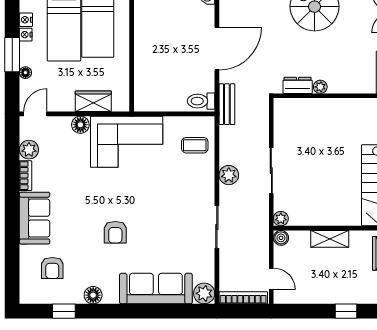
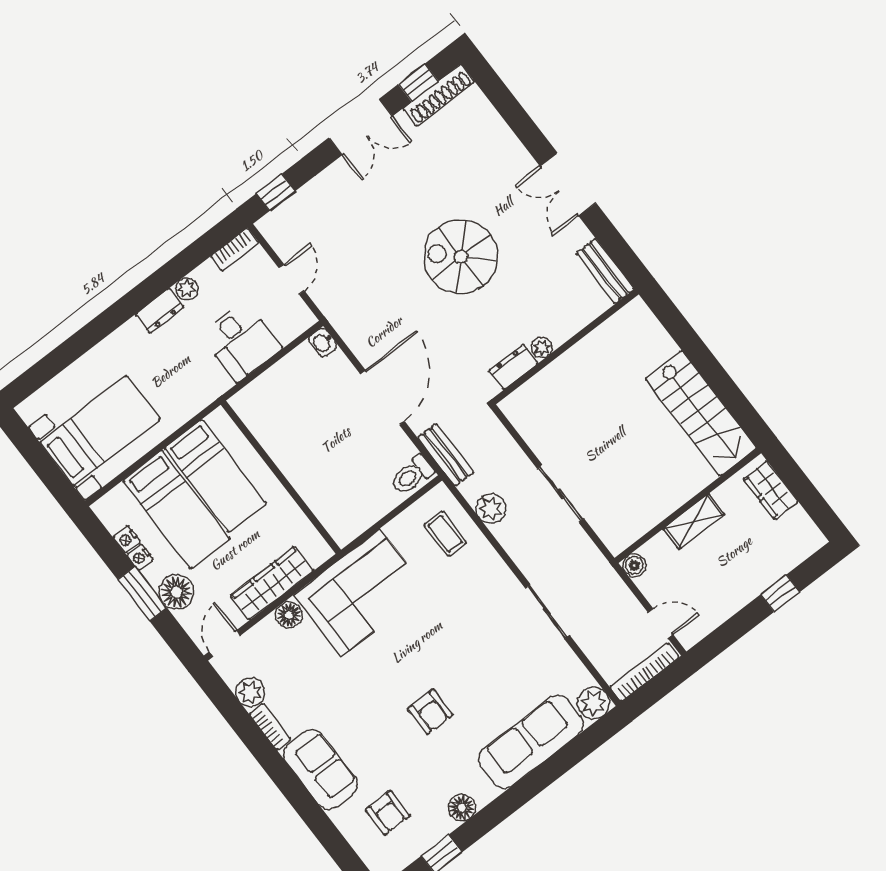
floor lamp: (25, 73) -> (176, 592), width x1.89, depth x1.89
wardrobe: (93, 101) -> (272, 583), width x1.50
coffee table: (195, 145) -> (445, 534), turned 90
plant: (229, 175) -> (491, 509), moved
plant: (281, 219) -> (616, 542), removed

